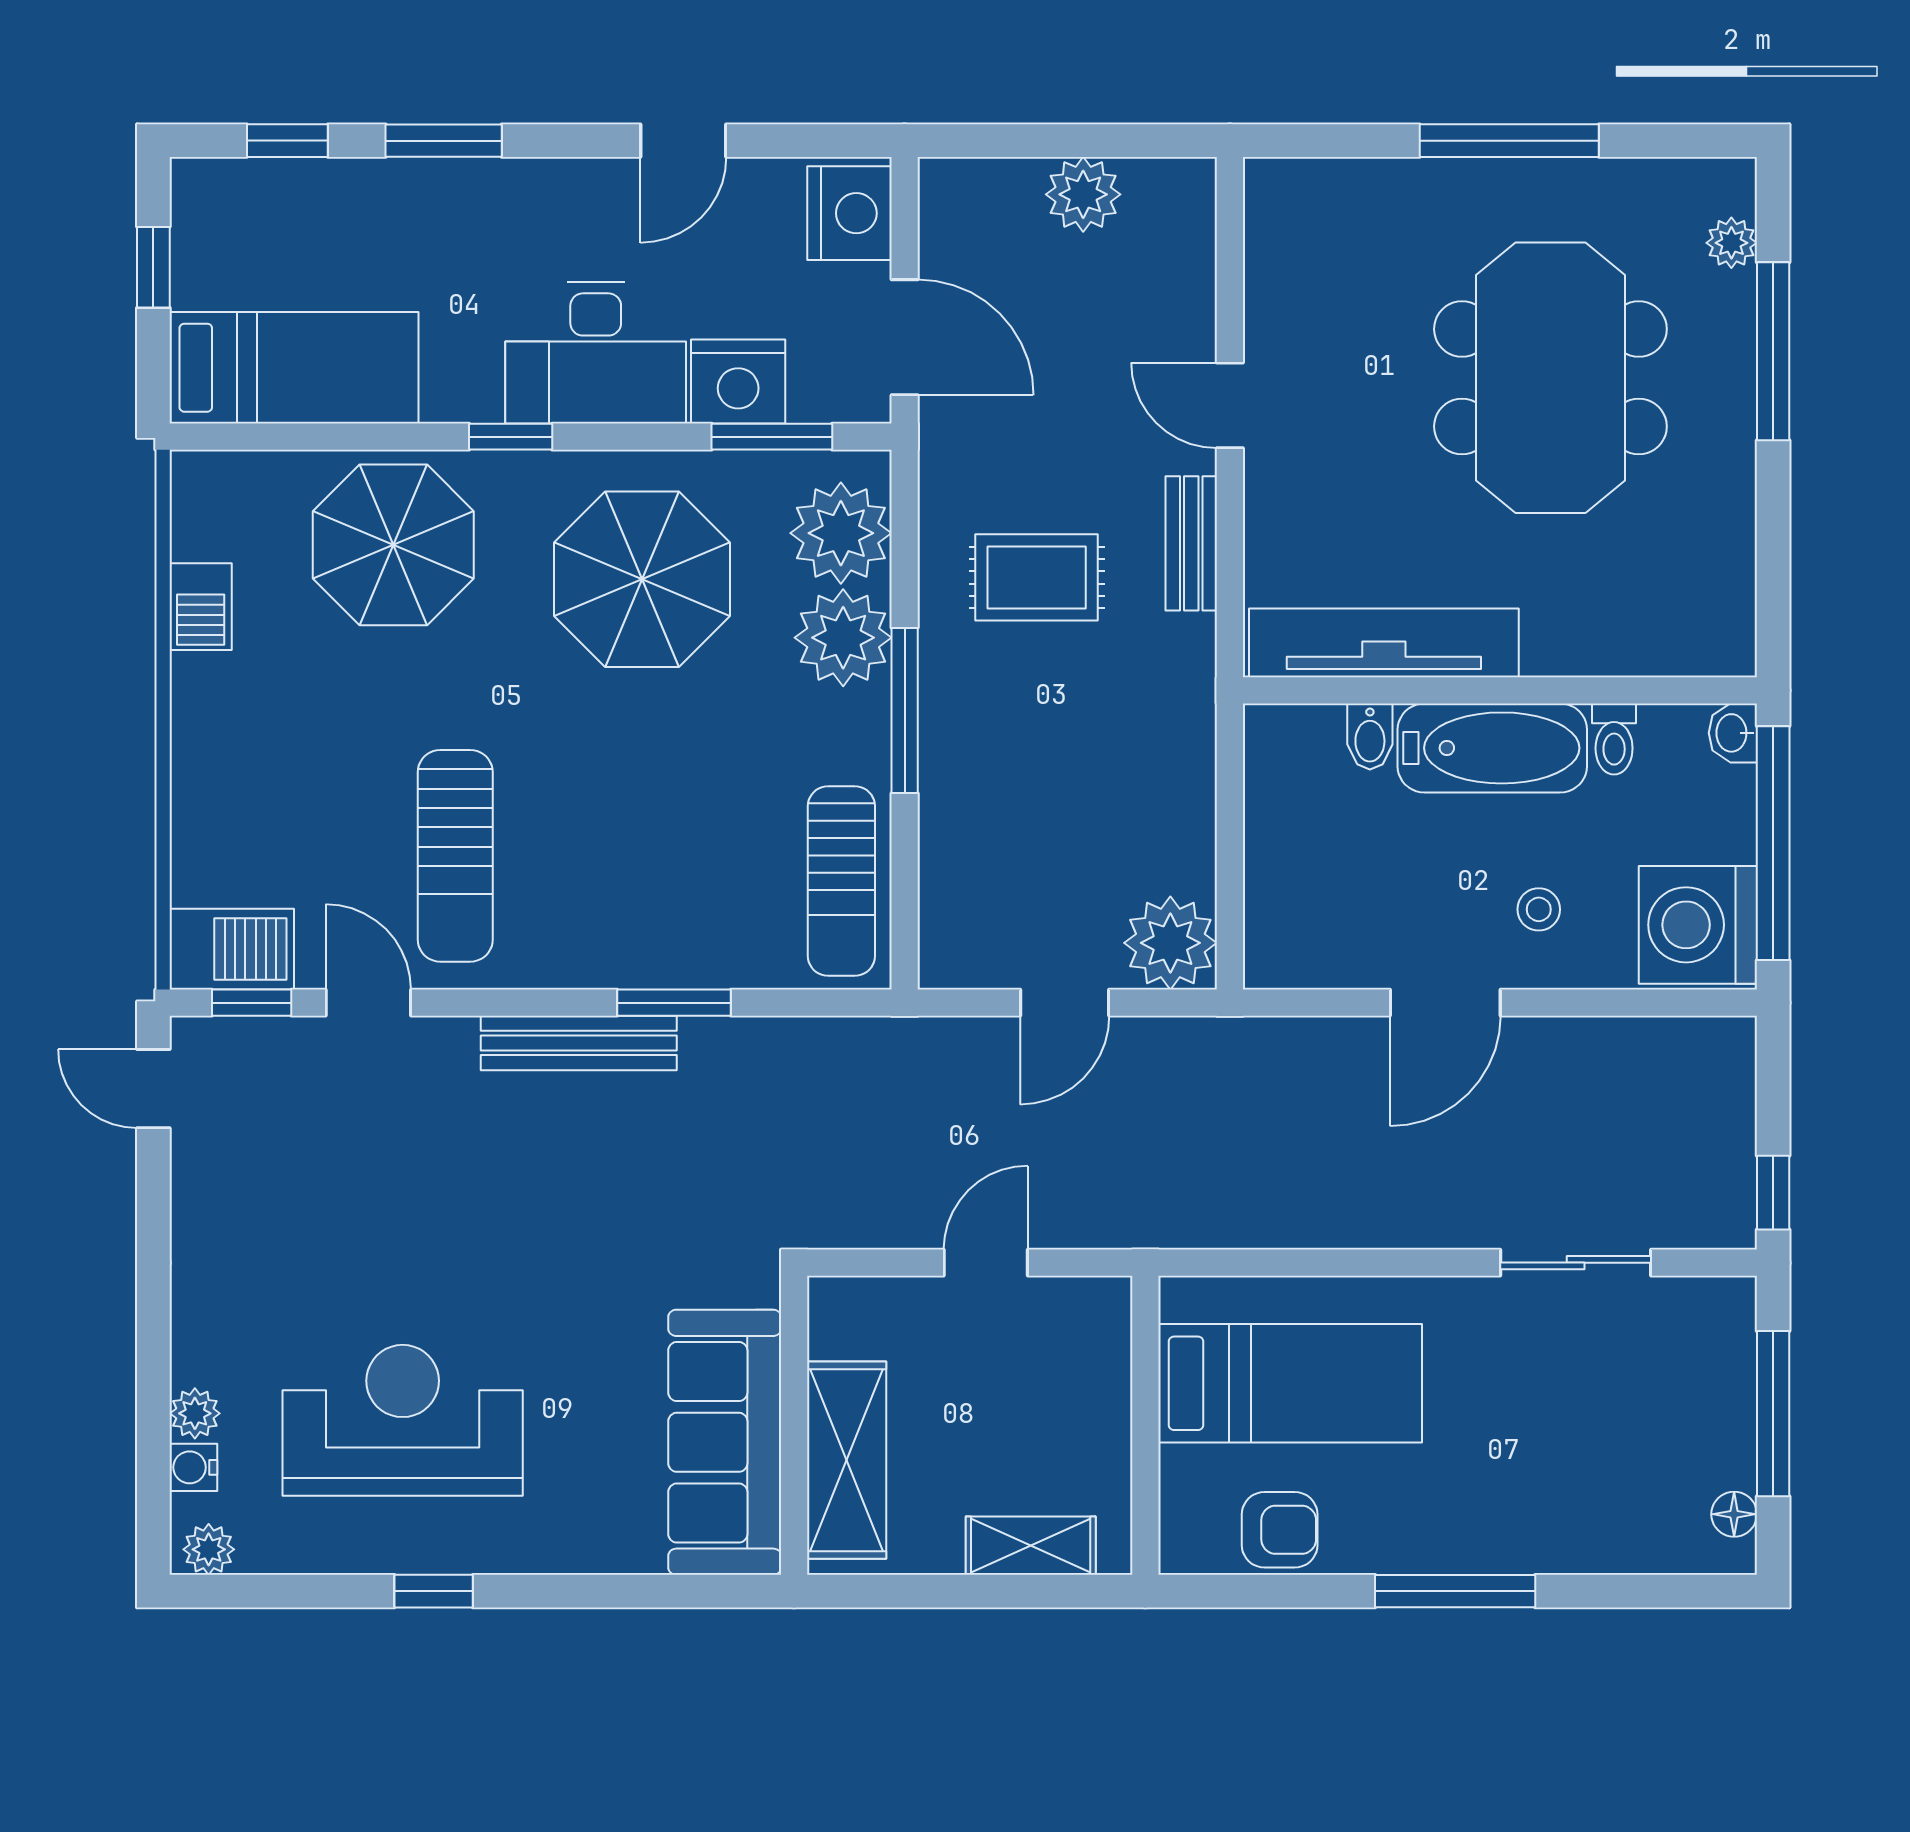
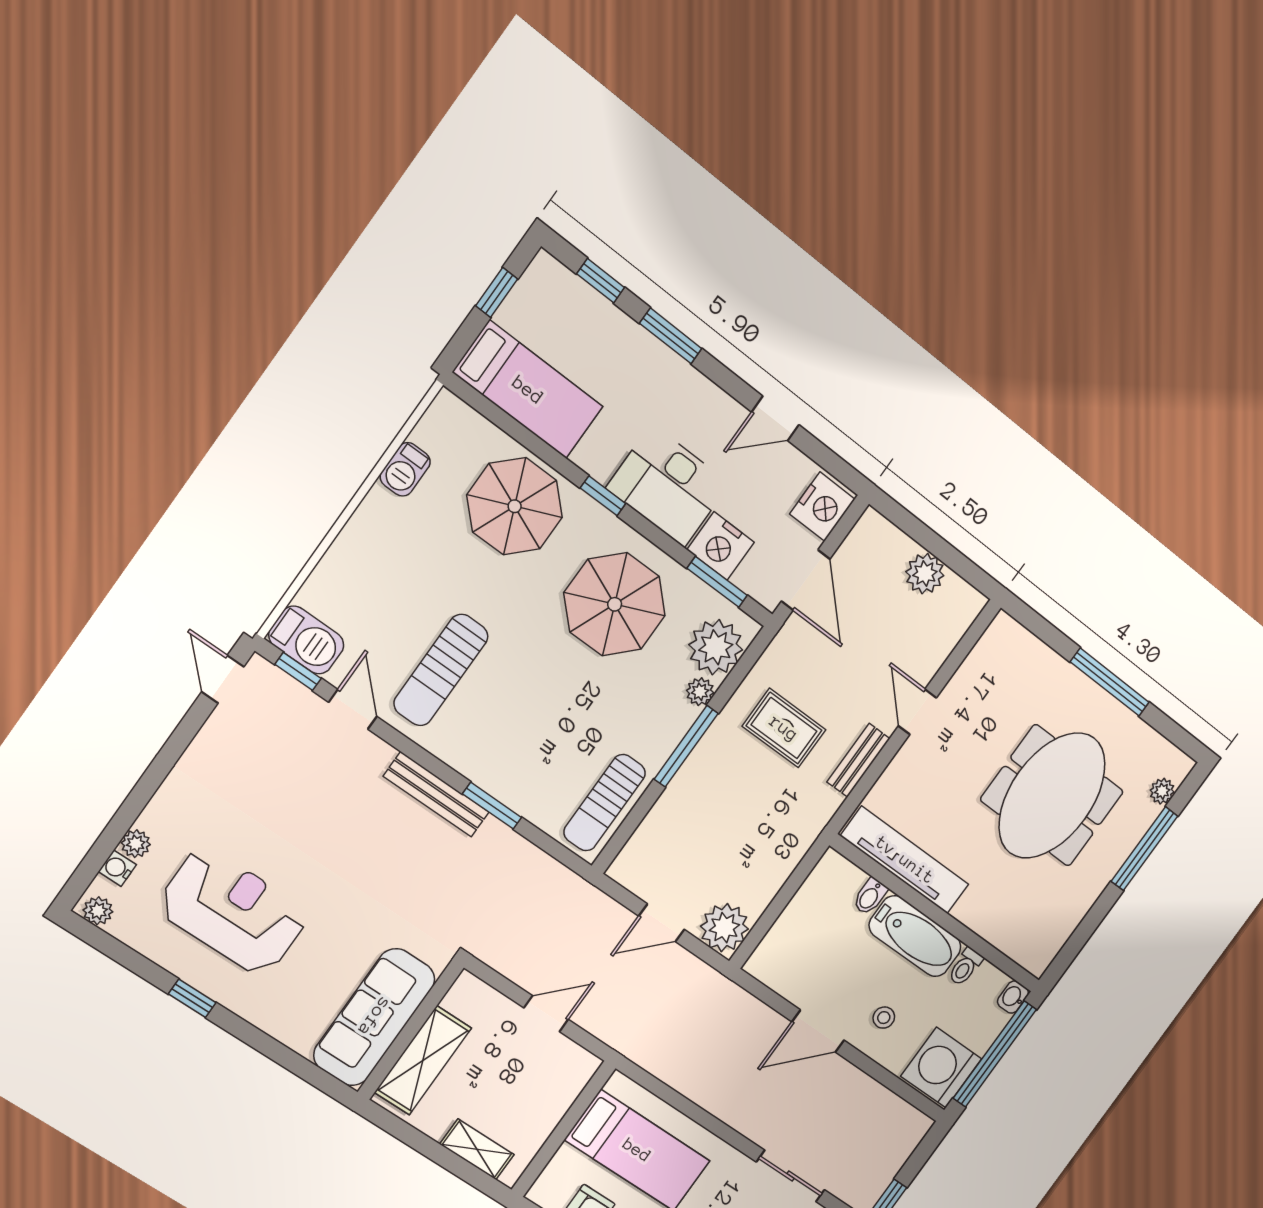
plant: (843, 638) -> (700, 692), width x0.53, depth x0.53

